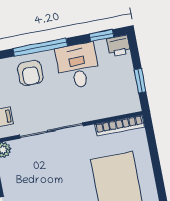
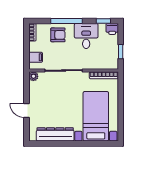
armchair: (30, 73) -> (58, 35), turned -90

